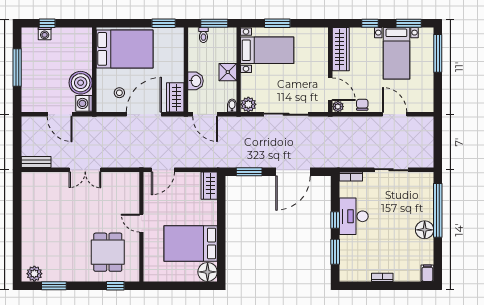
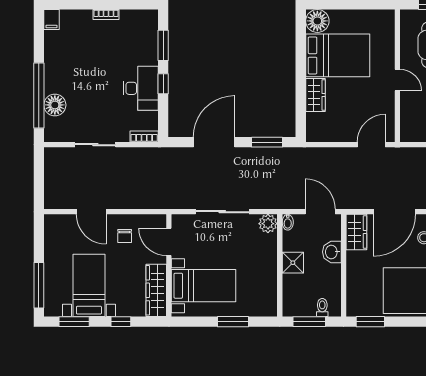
bed with nightstands: (267, 50) -> (204, 286), moved, turned 180
chair: (362, 105) -> (125, 236), moved
plant: (338, 107) -> (160, 221), removed
wardrobe: (209, 186) -> (315, 95), moved
floor lamp: (425, 230) -> (55, 105), moved

